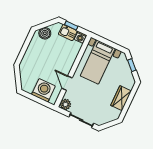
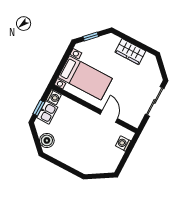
door: (67, 83) -> (109, 116), swing flipped
washing machine: (43, 90) -> (123, 143), width x0.53, depth x0.53
plant: (65, 104) -> (135, 120), removed

